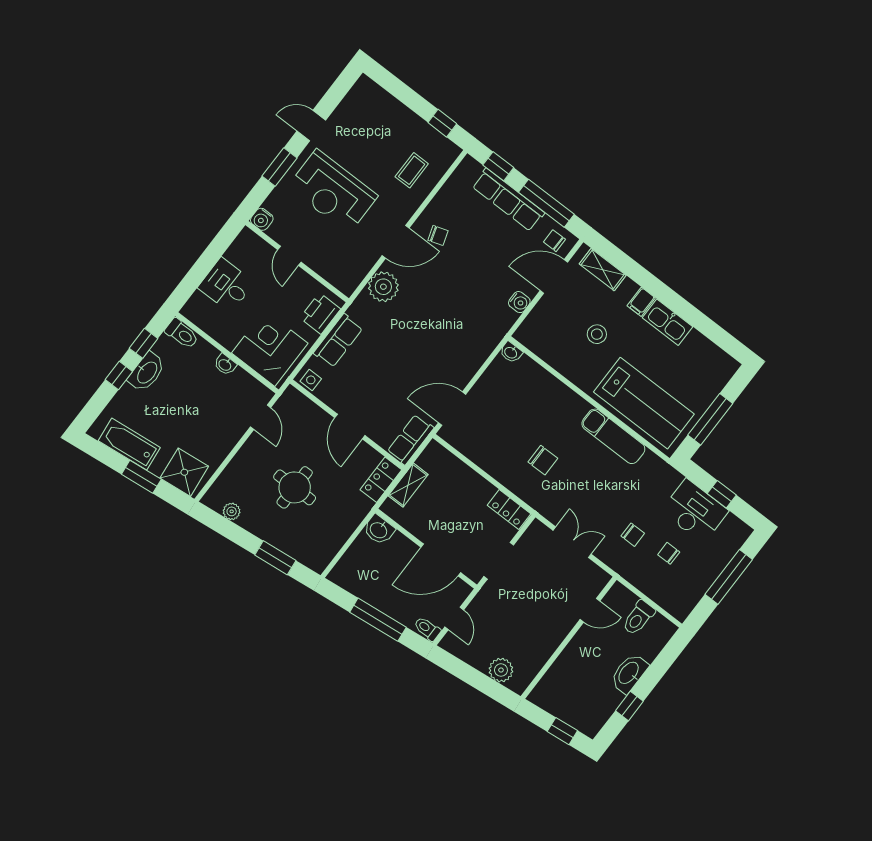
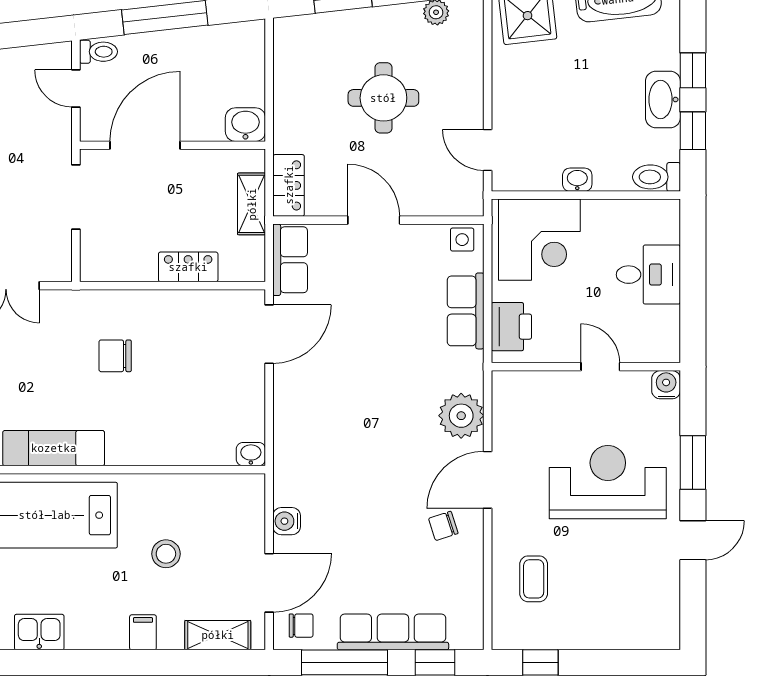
kitchen sink: (668, 322) -> (39, 632), moved, width x0.73
locker: (509, 509) -> (188, 267), moved

